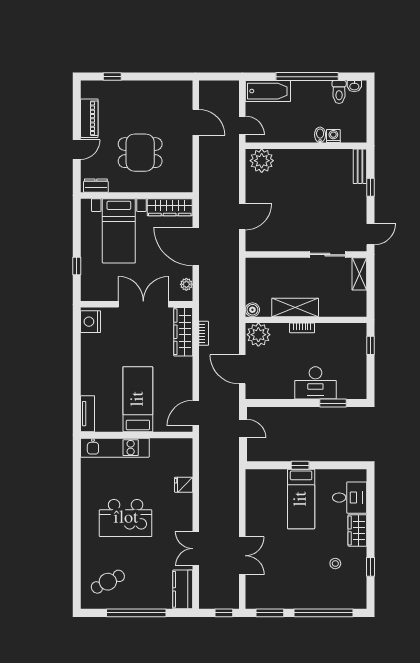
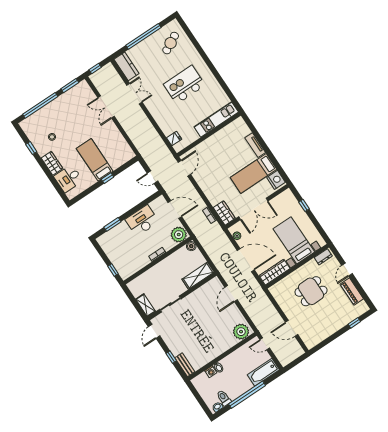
shelving: (295, 307) -> (198, 276), moved
wardrobe: (183, 332) -> (224, 213), width x0.67
desk: (315, 383) -> (142, 221), moved
bed: (138, 399) -> (254, 173), moved, turned 90
tv unit: (88, 414) -> (255, 145), moved
fridge: (184, 485) -> (174, 139), moved

